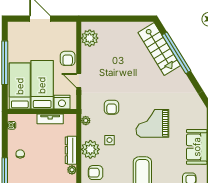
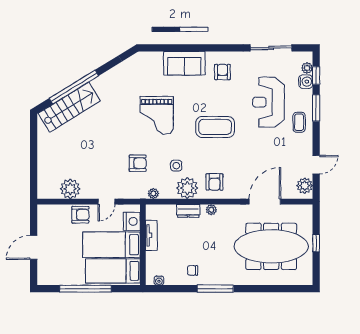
plant: (90, 38) -> (70, 189), moved
dresser: (71, 150) -> (188, 211), width x0.70

